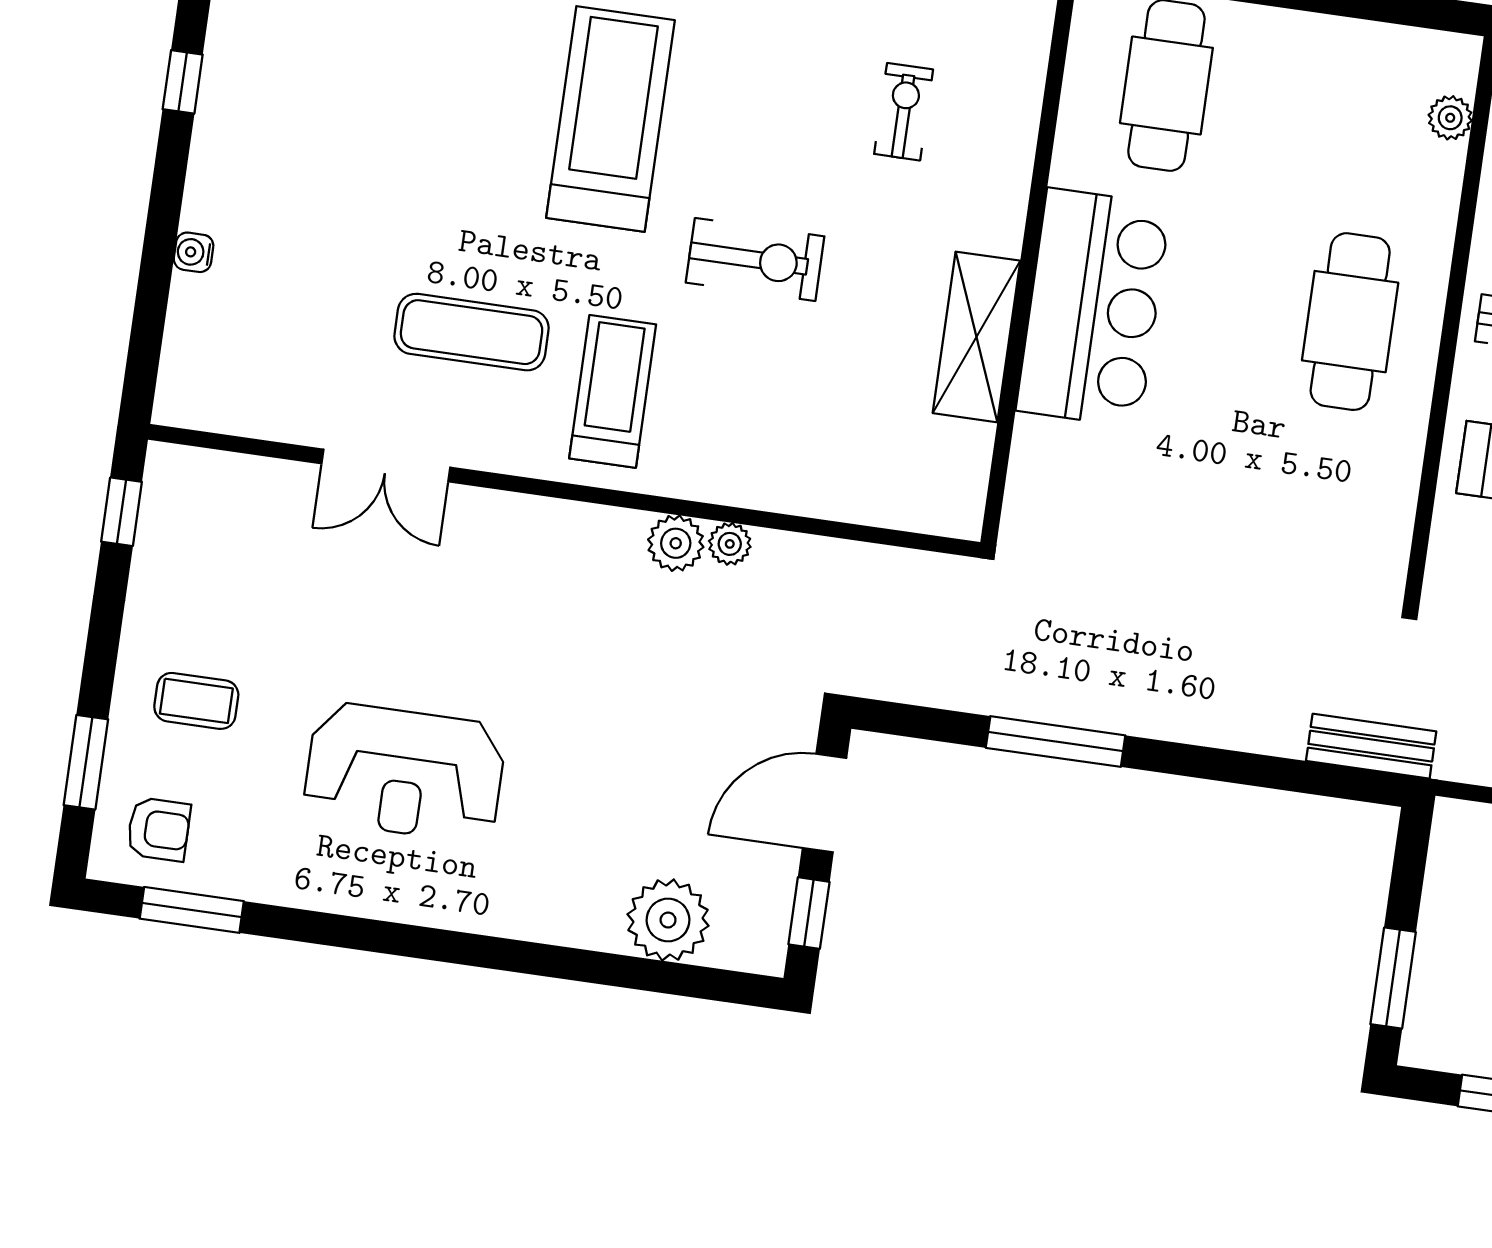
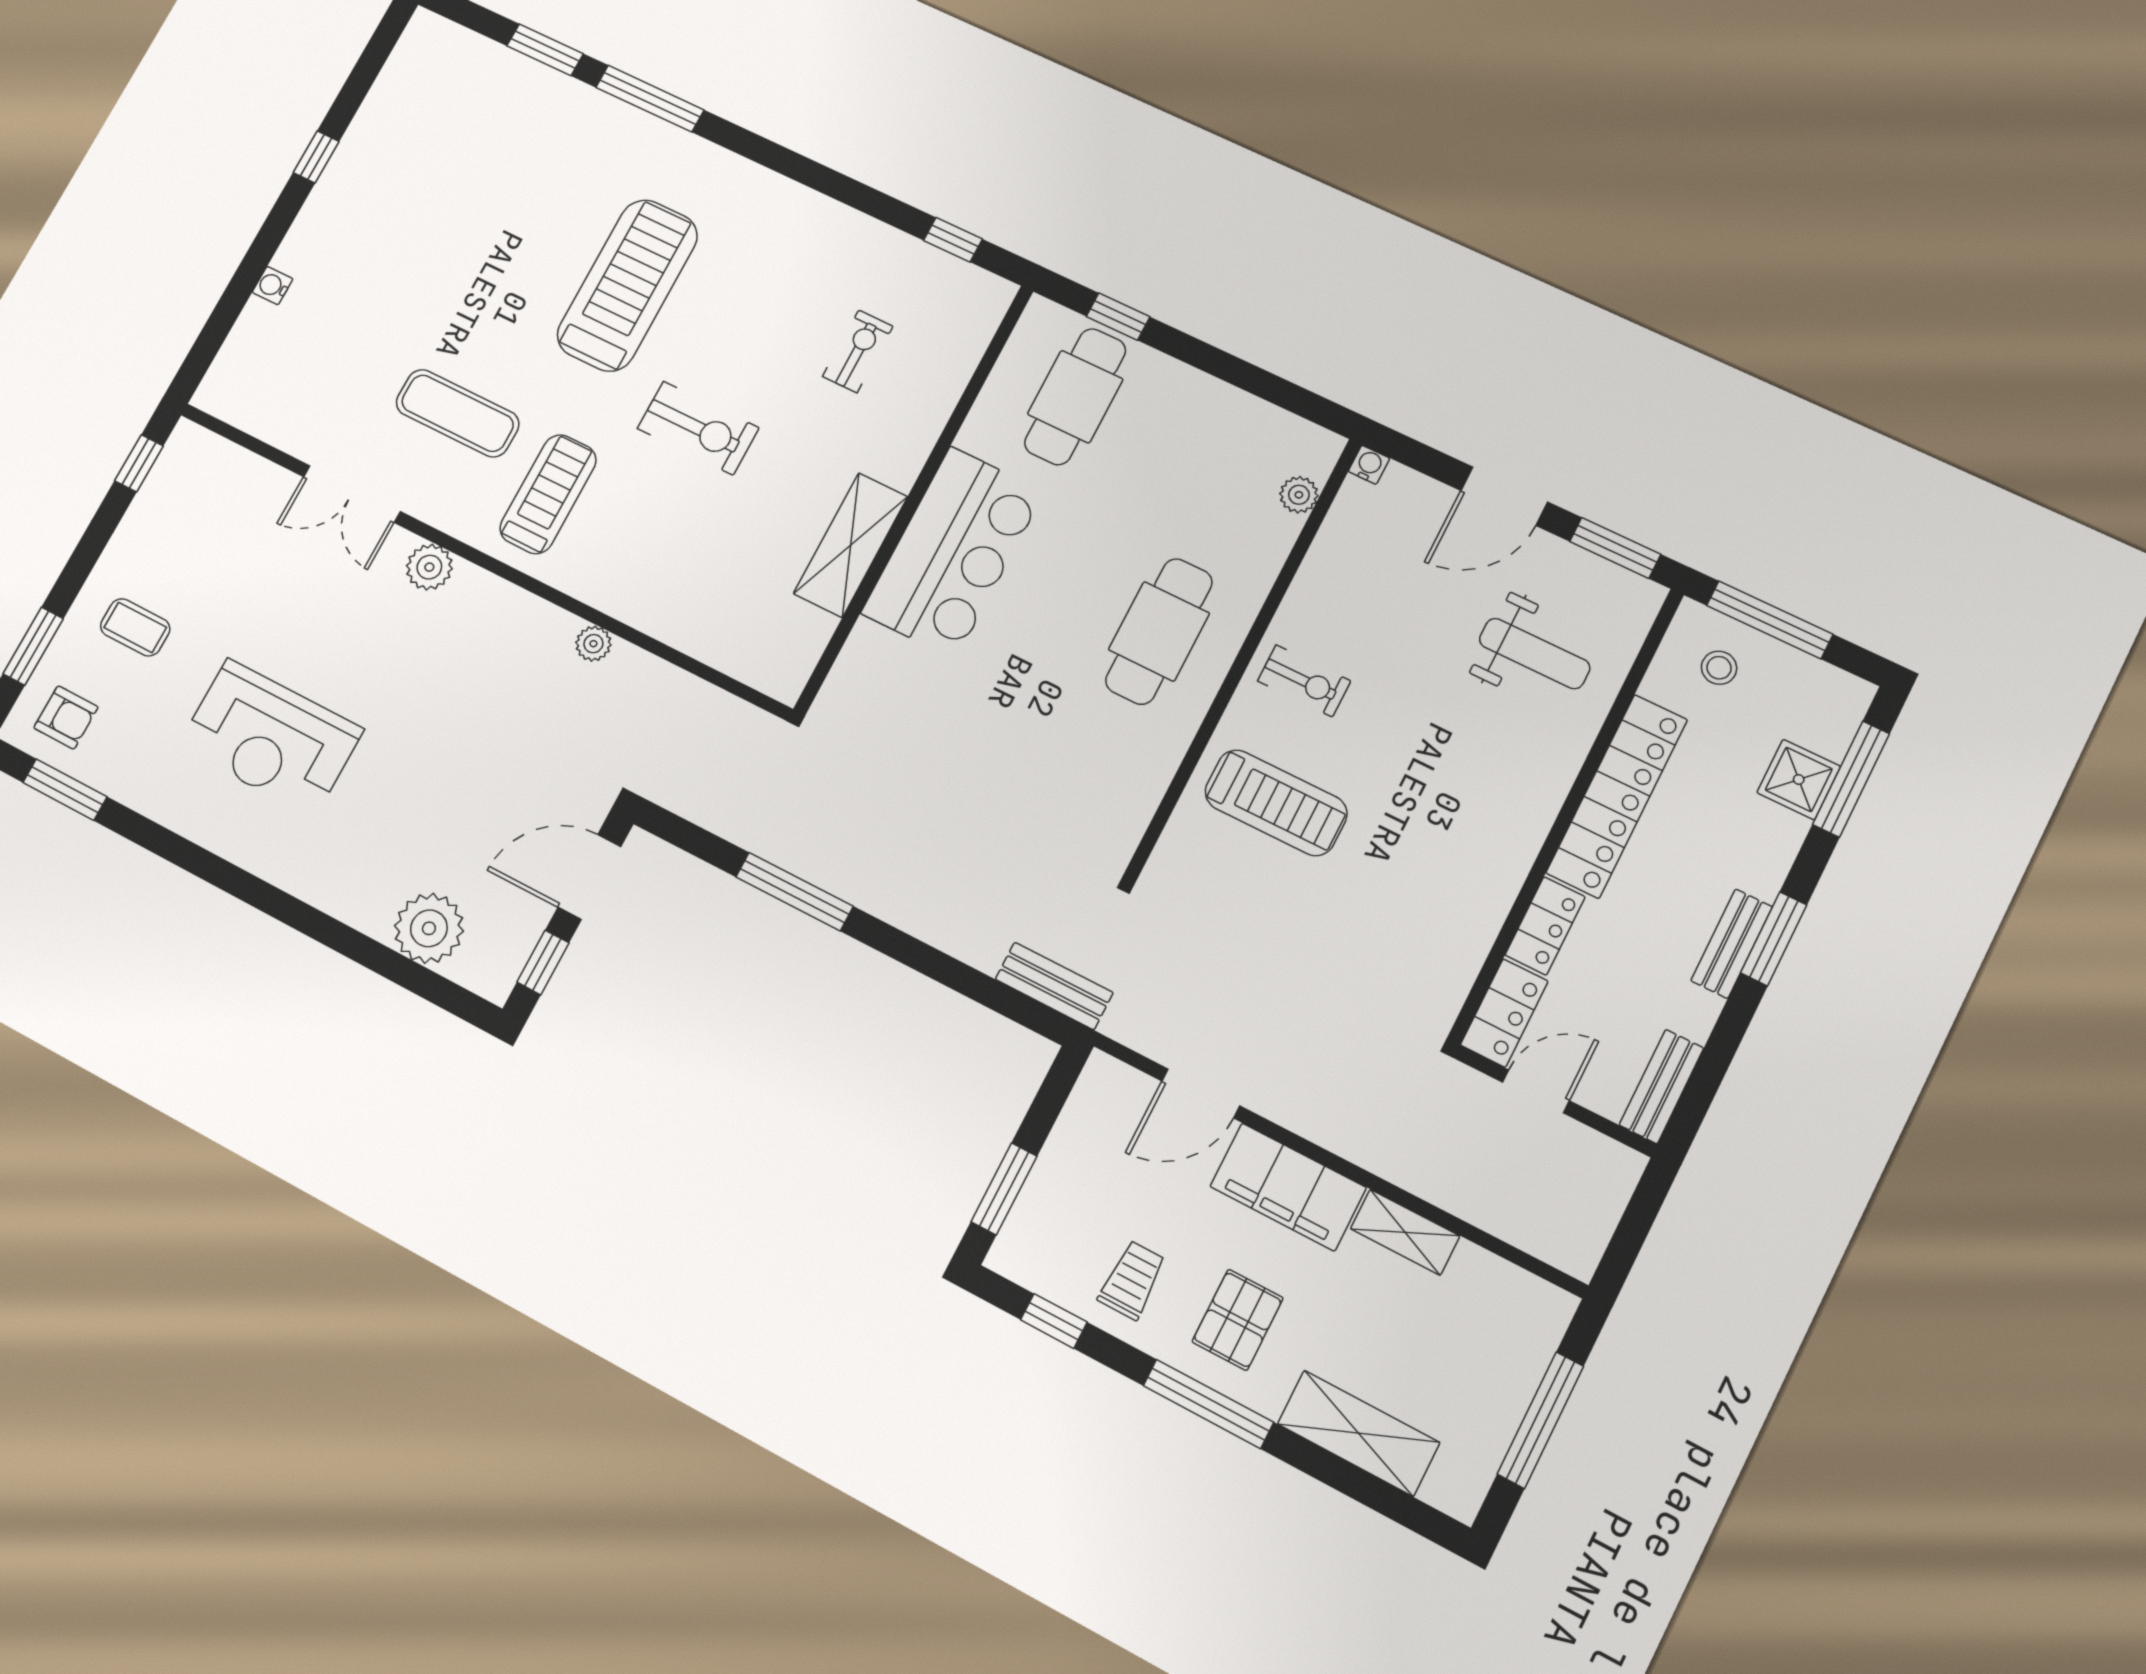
plant: (676, 543) -> (429, 567), moved

